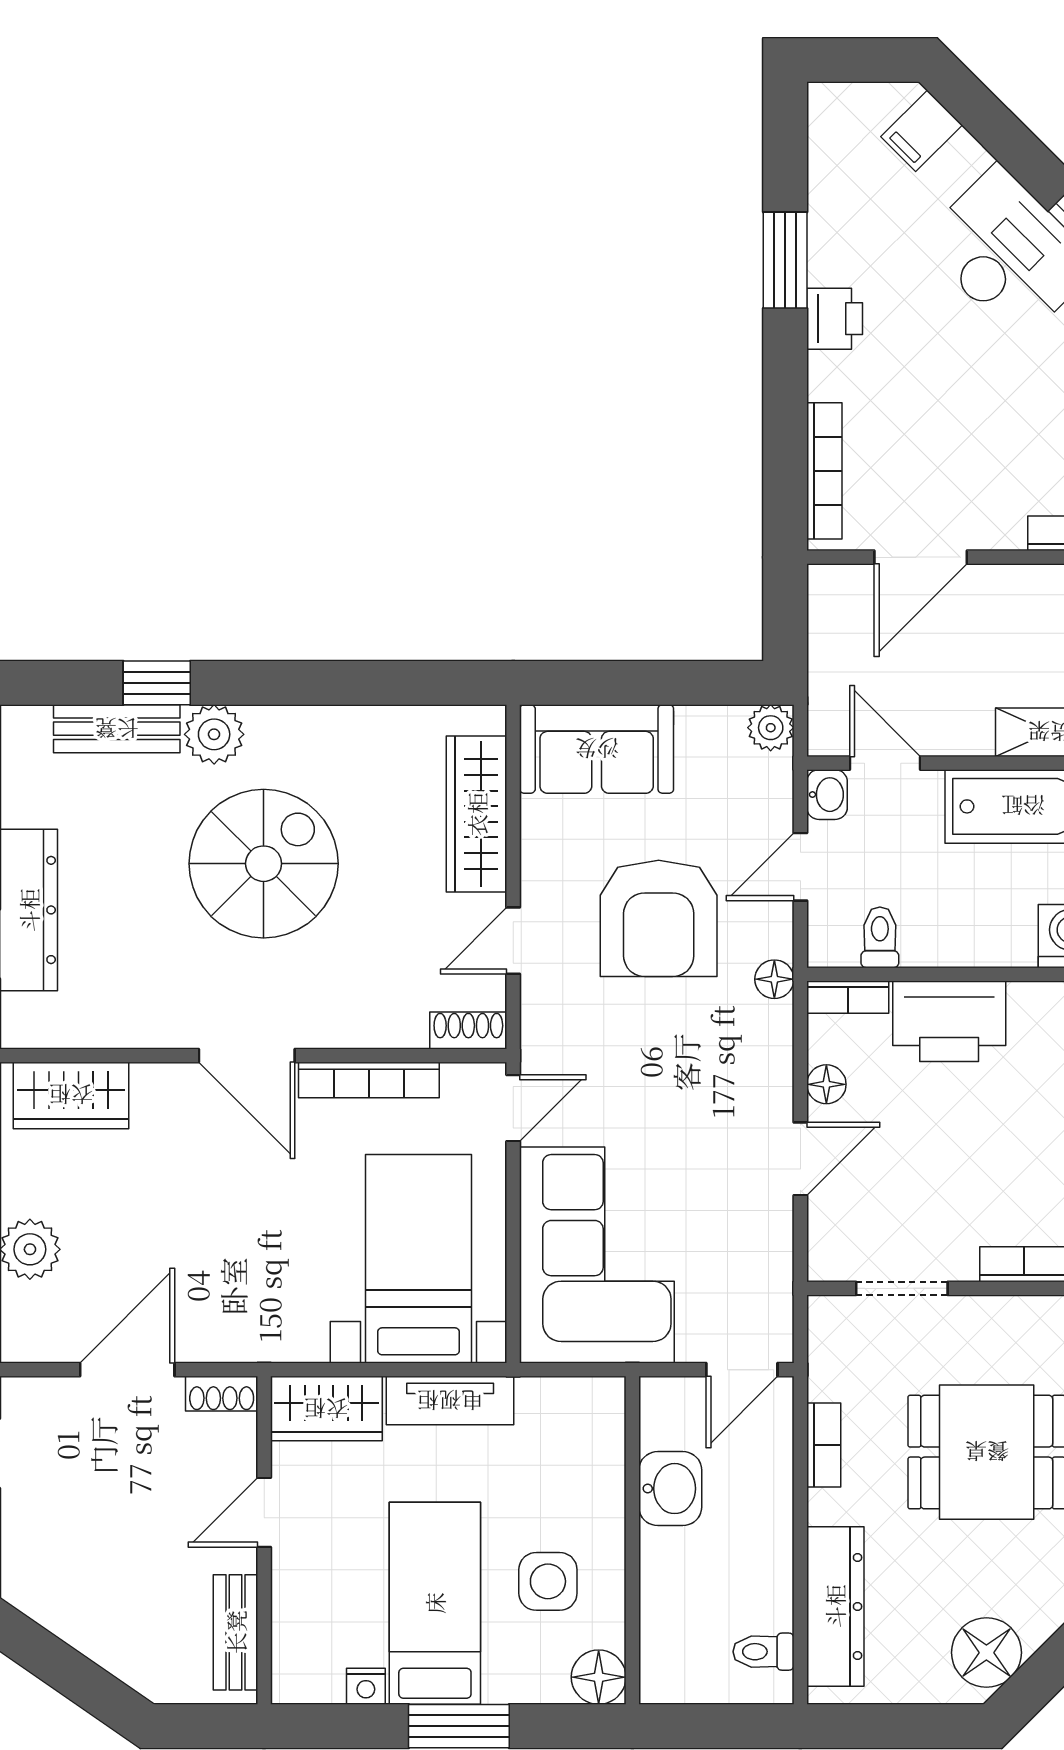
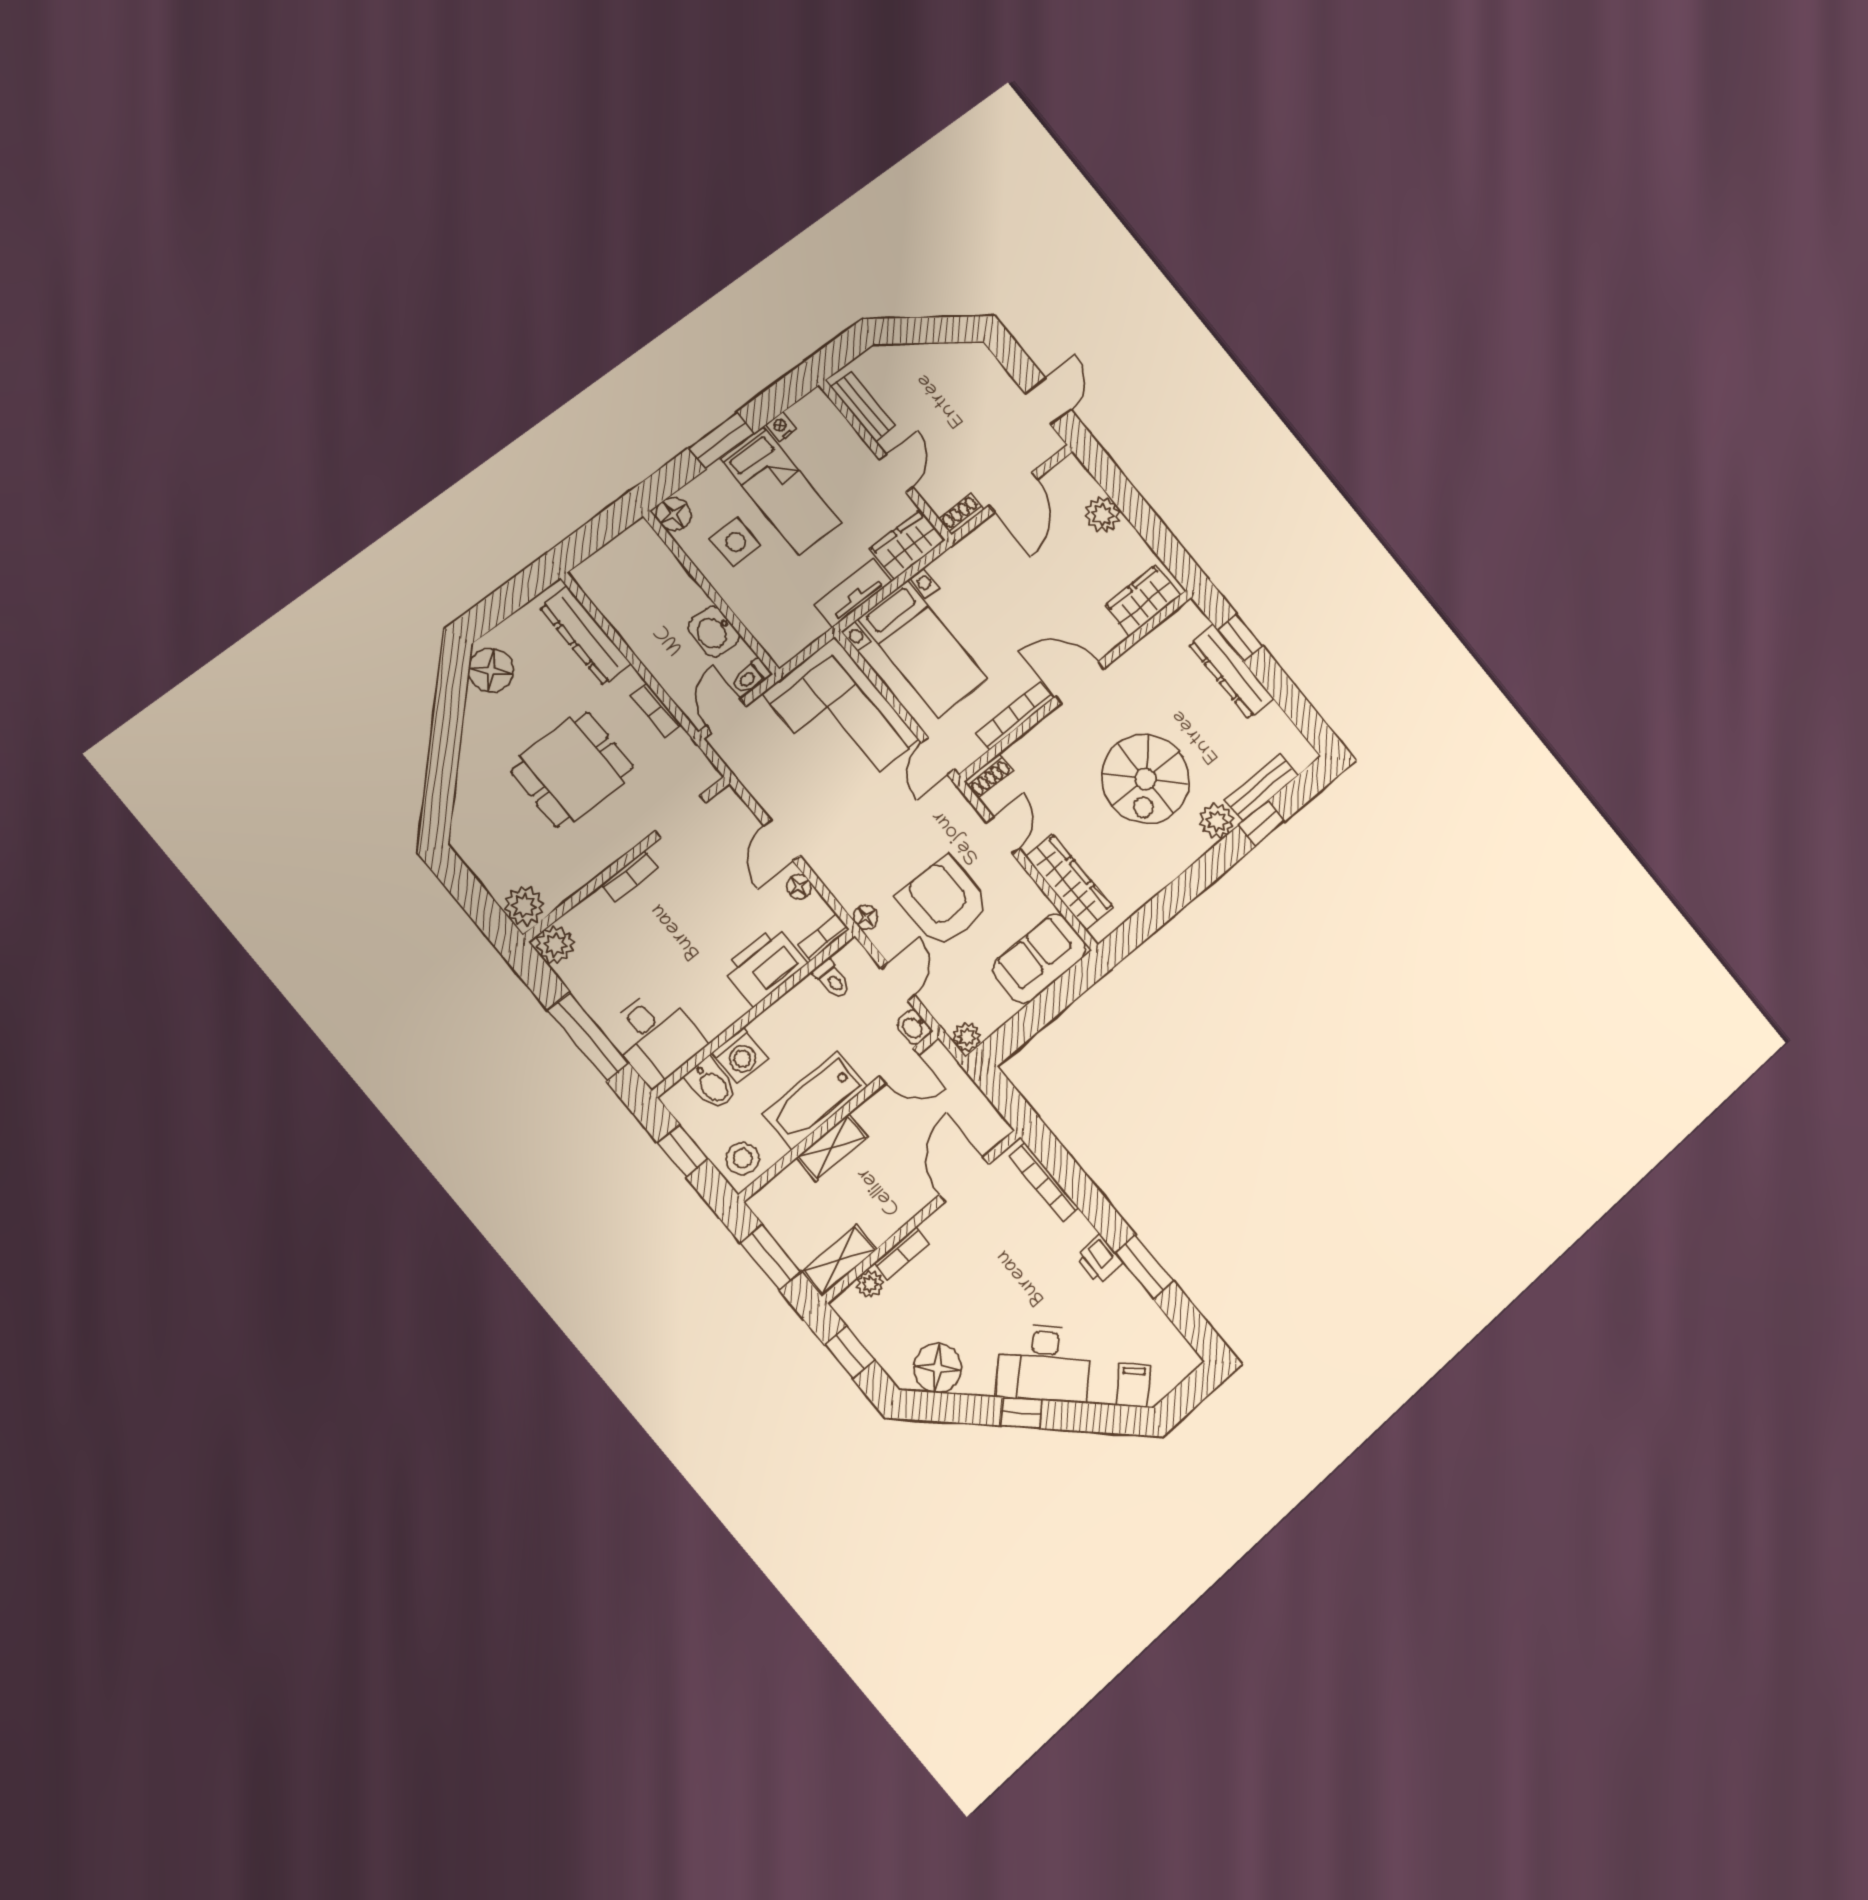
toilet: (763, 1652) -> (751, 677), moved, turned 180

